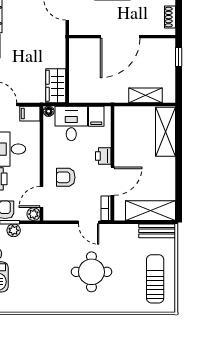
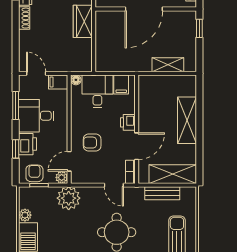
wardrobe: (56, 86) -> (83, 21), moved
shelving: (166, 132) -> (187, 120), moved
plant: (14, 230) -> (69, 198), moved, width x1.87, depth x1.87
bench: (157, 231) -> (162, 193), moved

